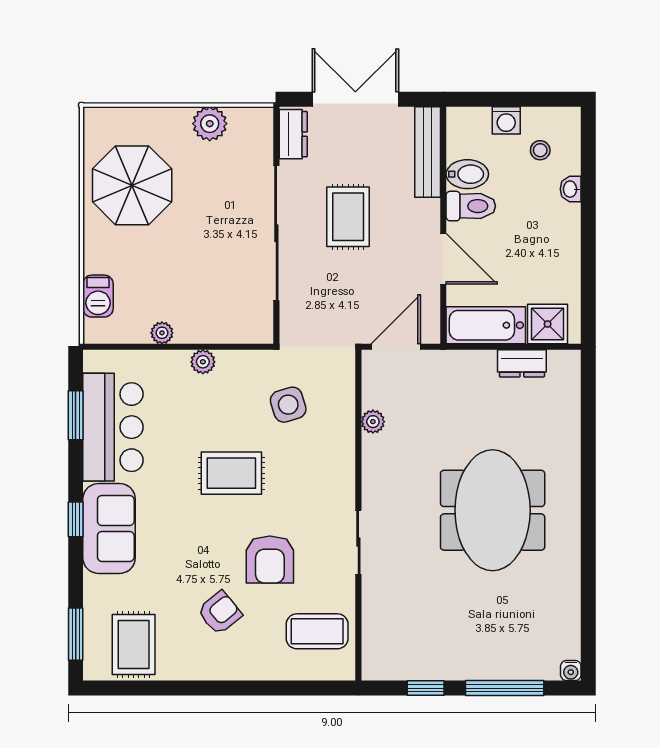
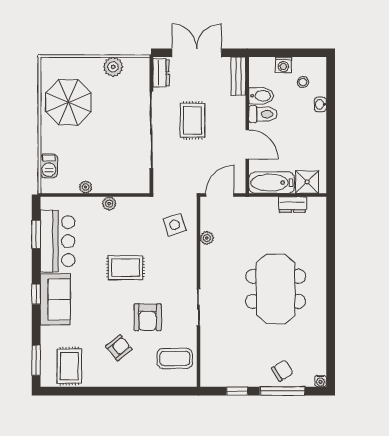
bench: (428, 152) -> (238, 76), width x0.73
side table: (288, 405) -> (174, 225), moved
chair: (504, 652) -> (282, 371), added

